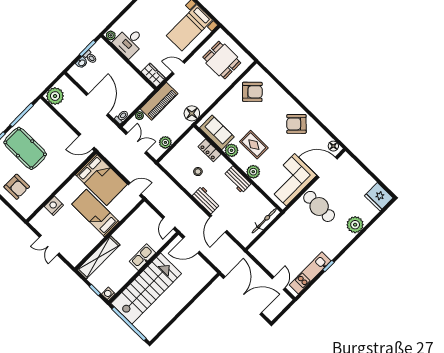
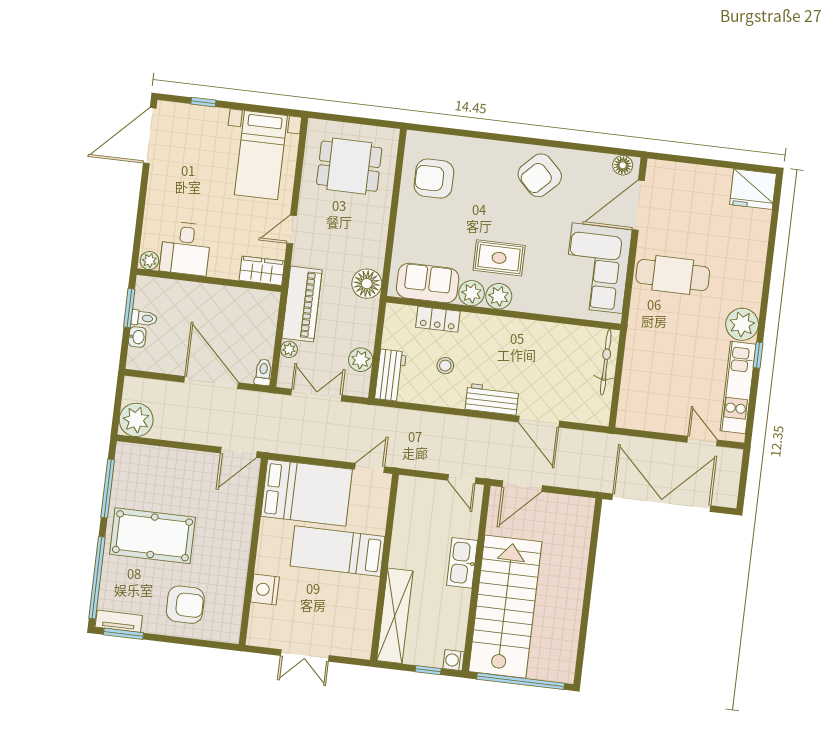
armchair: (252, 92) -> (434, 179), turned -136
plant: (253, 172) -> (499, 296), moved
workbench: (237, 179) -> (390, 375), moved, turned -90
plant: (355, 225) -> (742, 324), moved

